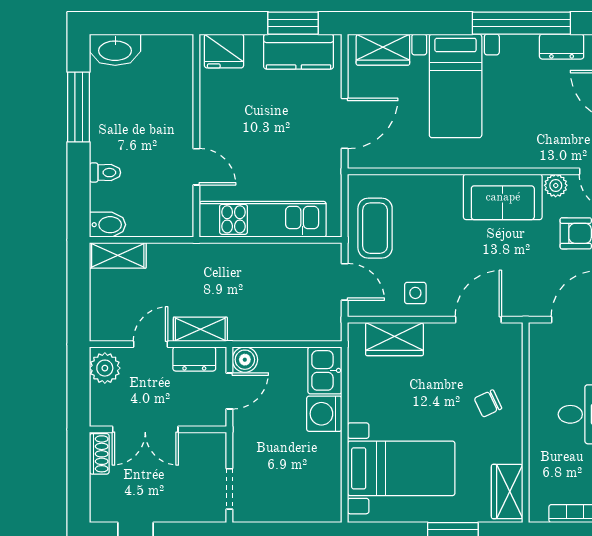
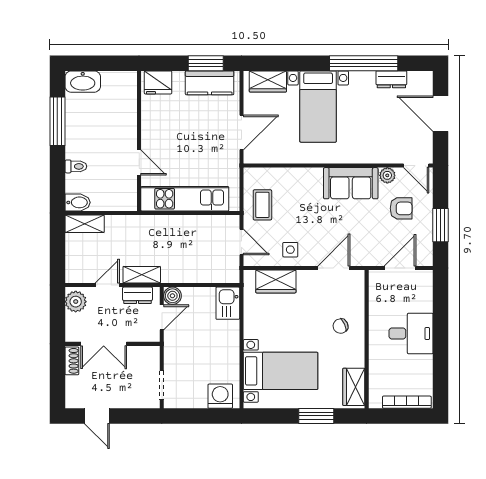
coffee table: (375, 228) -> (262, 205), width x0.73, depth x0.77
washing machine: (324, 414) -> (220, 396), moved, turned 90

